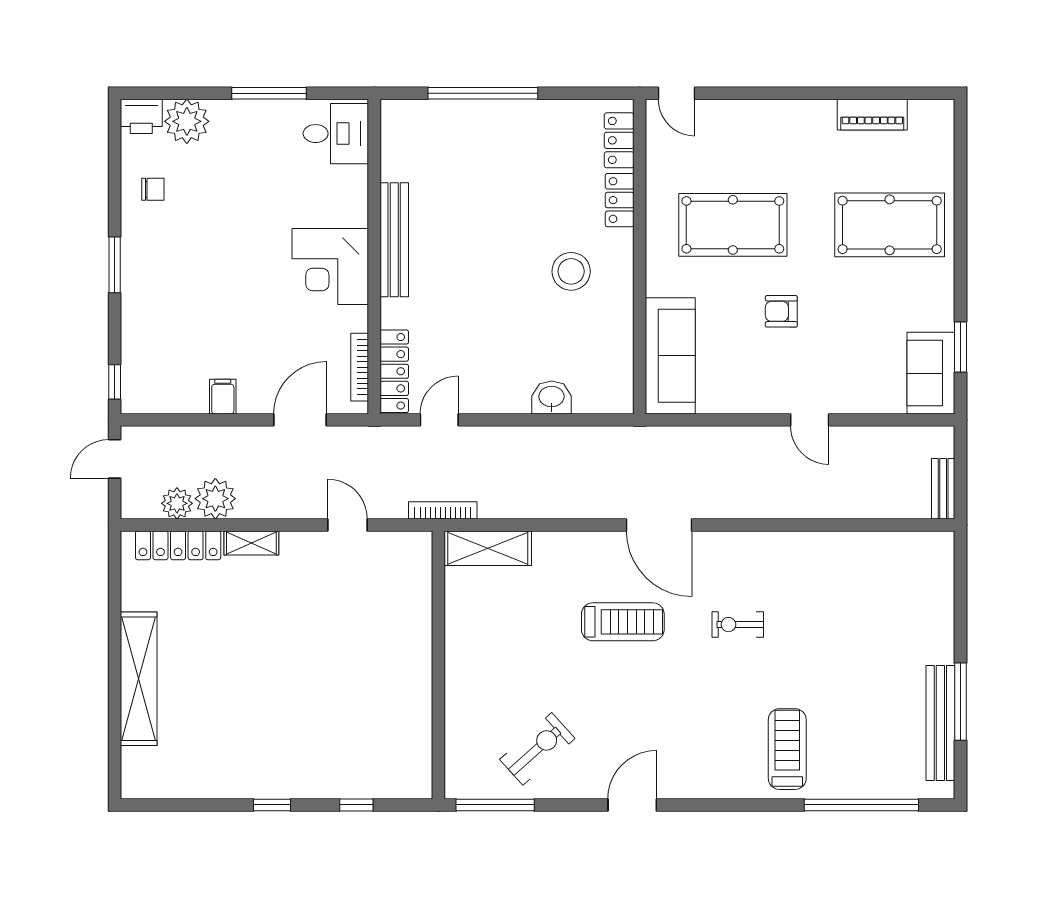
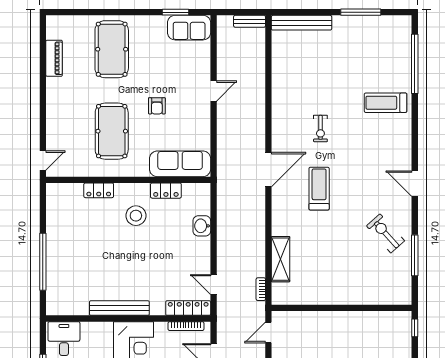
locker: (619, 140) -> (166, 191), moved
bookcase: (443, 510) -> (261, 289), width x0.64
wall: (438, 665) -> (342, 308), moved
bench: (940, 723) -> (302, 23), moved

